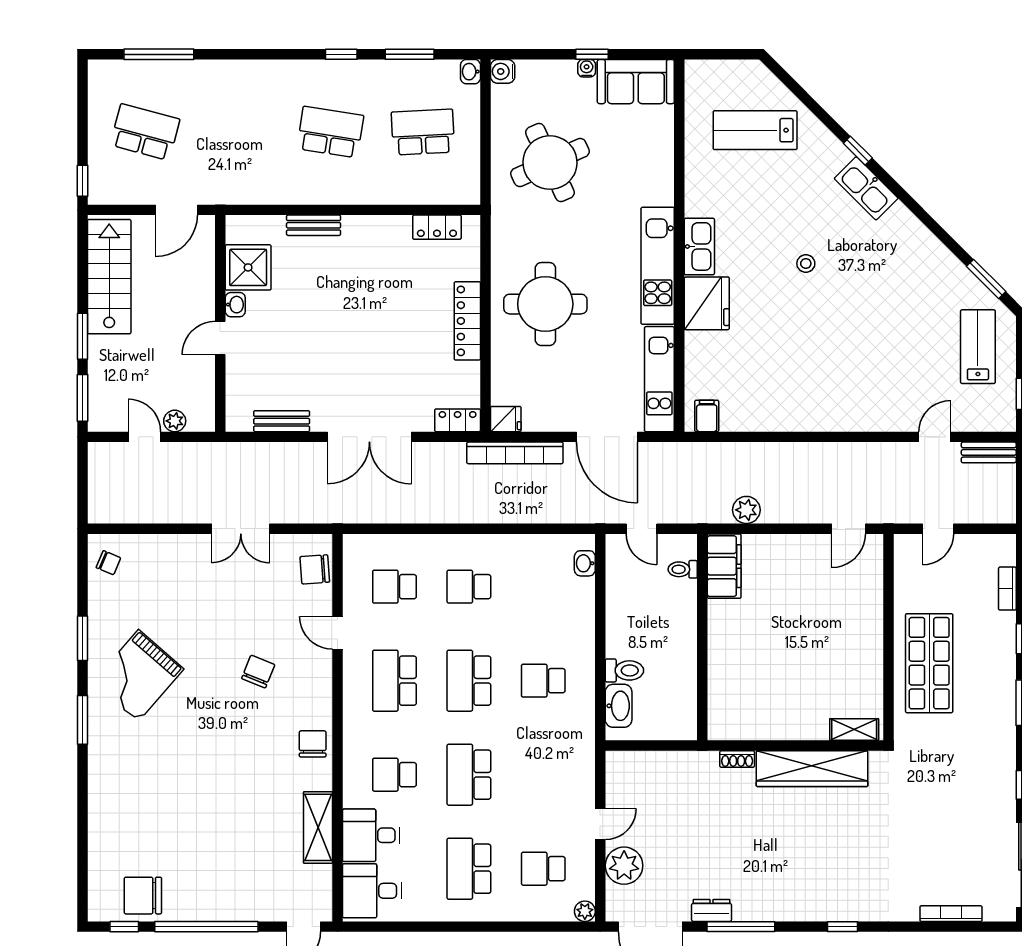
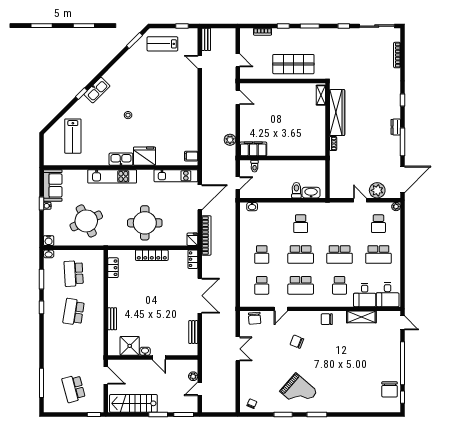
school desk: (145, 132) -> (74, 389), turned -30
kitchen unit: (658, 266) -> (112, 176), moved
dresser: (711, 910) -> (396, 127), moved

